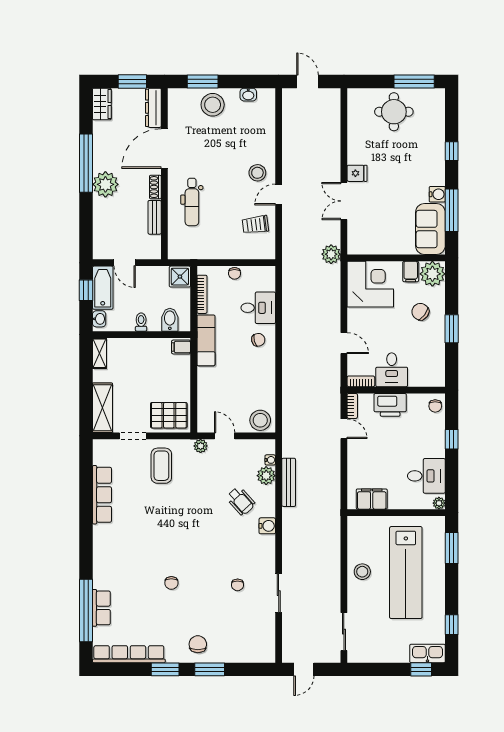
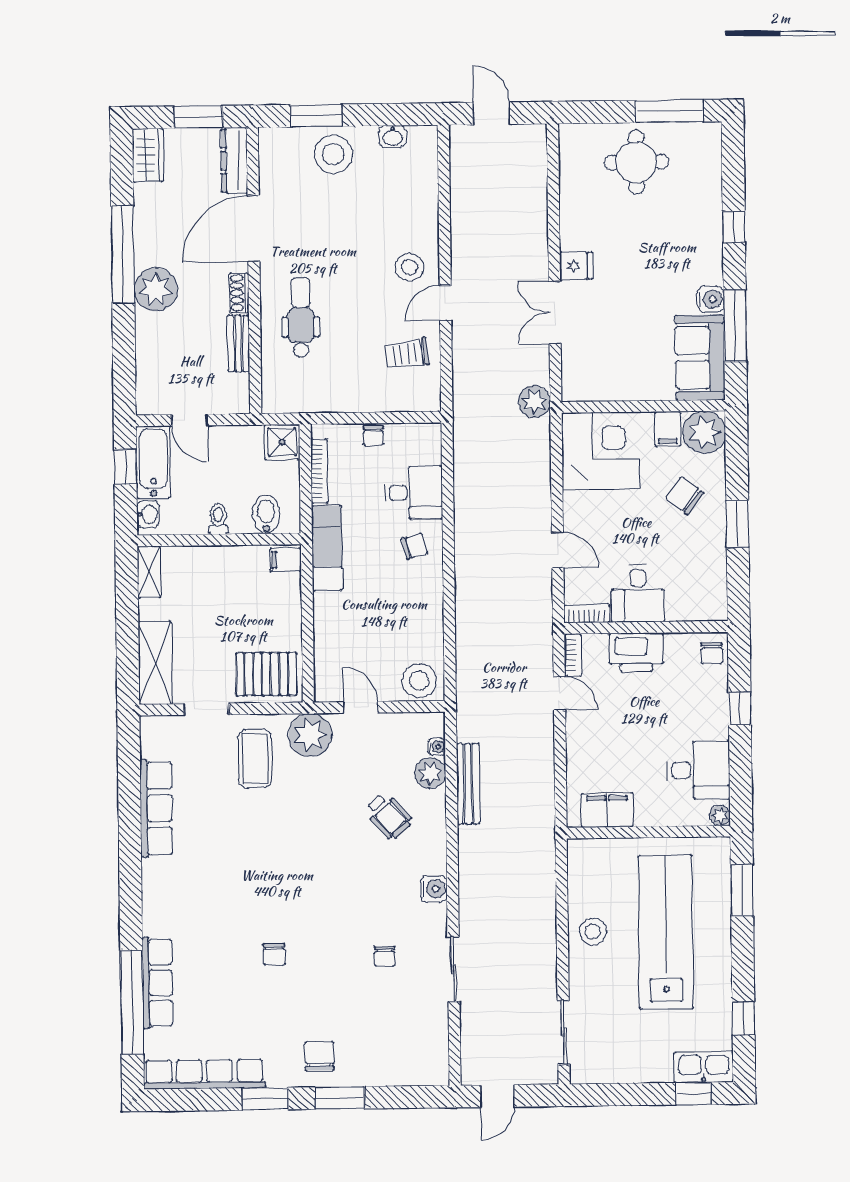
dental chair: (192, 202) -> (301, 317), turned 180
plant: (201, 446) -> (310, 735), width x1.88, depth x1.88
water cooler: (267, 526) -> (434, 889), moved
lab bench: (406, 573) -> (666, 932), turned 180
row of seats: (101, 608) -> (157, 983), width x1.48

